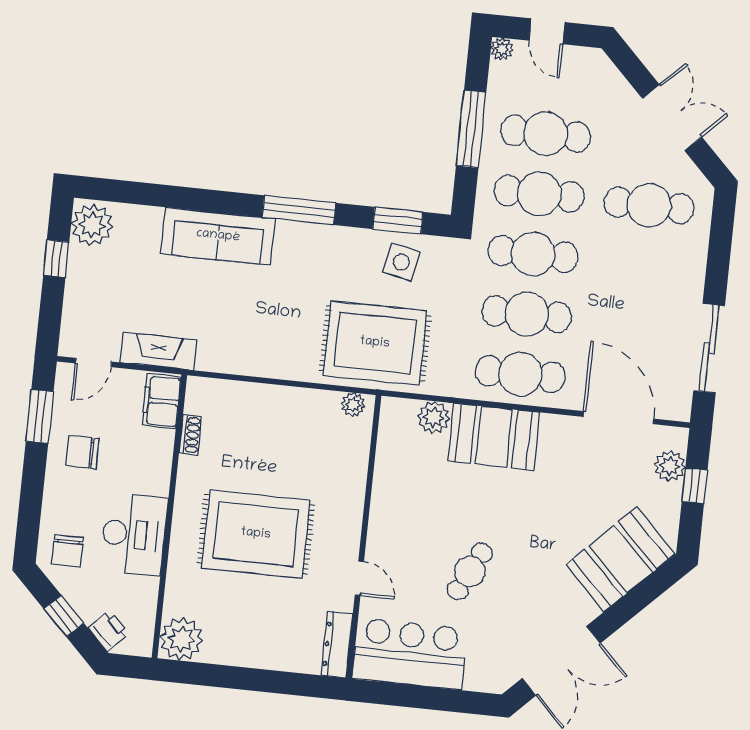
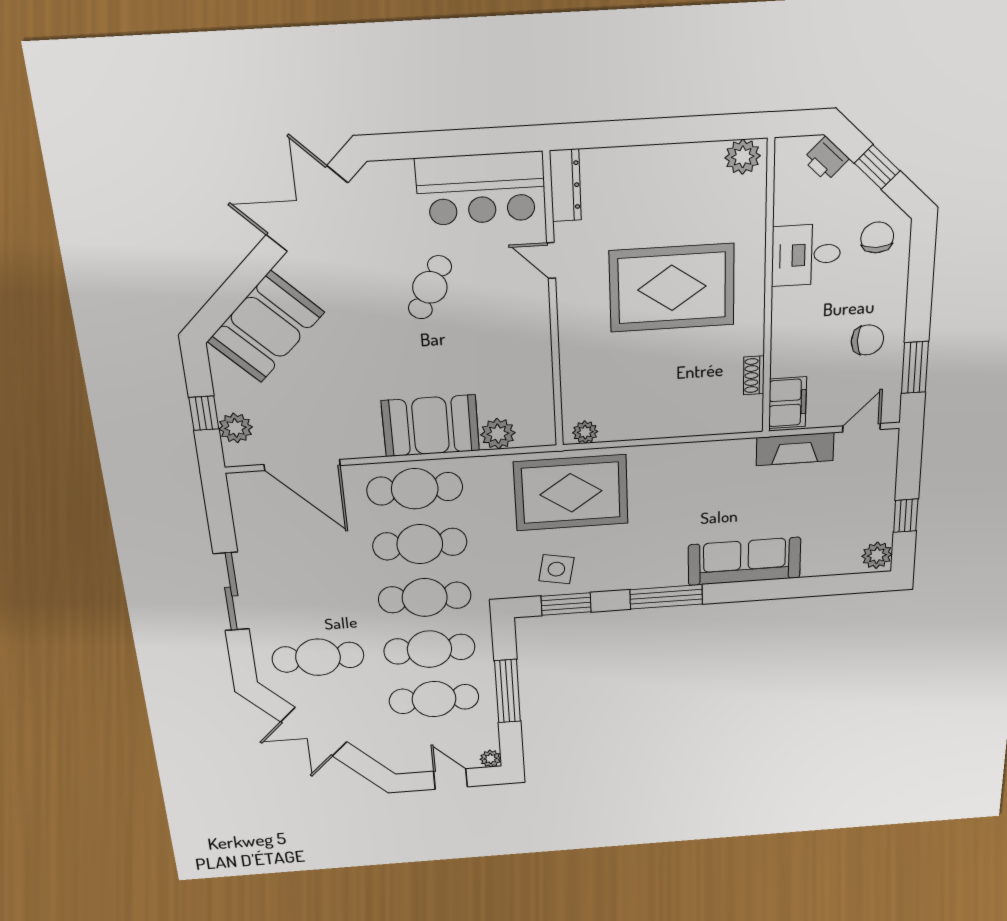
plant: (92, 225) -> (877, 555), width x0.73, depth x0.73
sliding door: (709, 348) -> (231, 592), moved
desk: (134, 534) -> (806, 255), width x0.73
plant: (181, 639) -> (743, 157), width x0.73, depth x0.73

